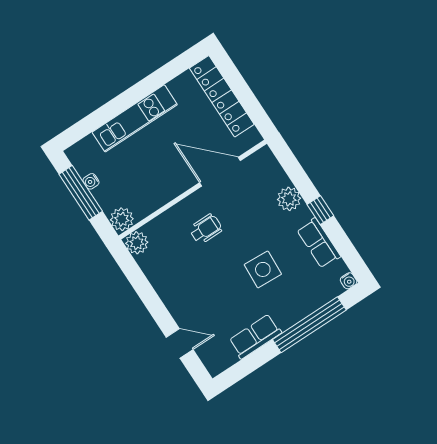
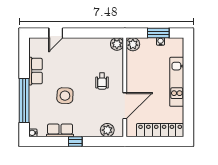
window: (81, 193) -> (158, 33), width x0.69
plant: (289, 199) -> (107, 130), moved

